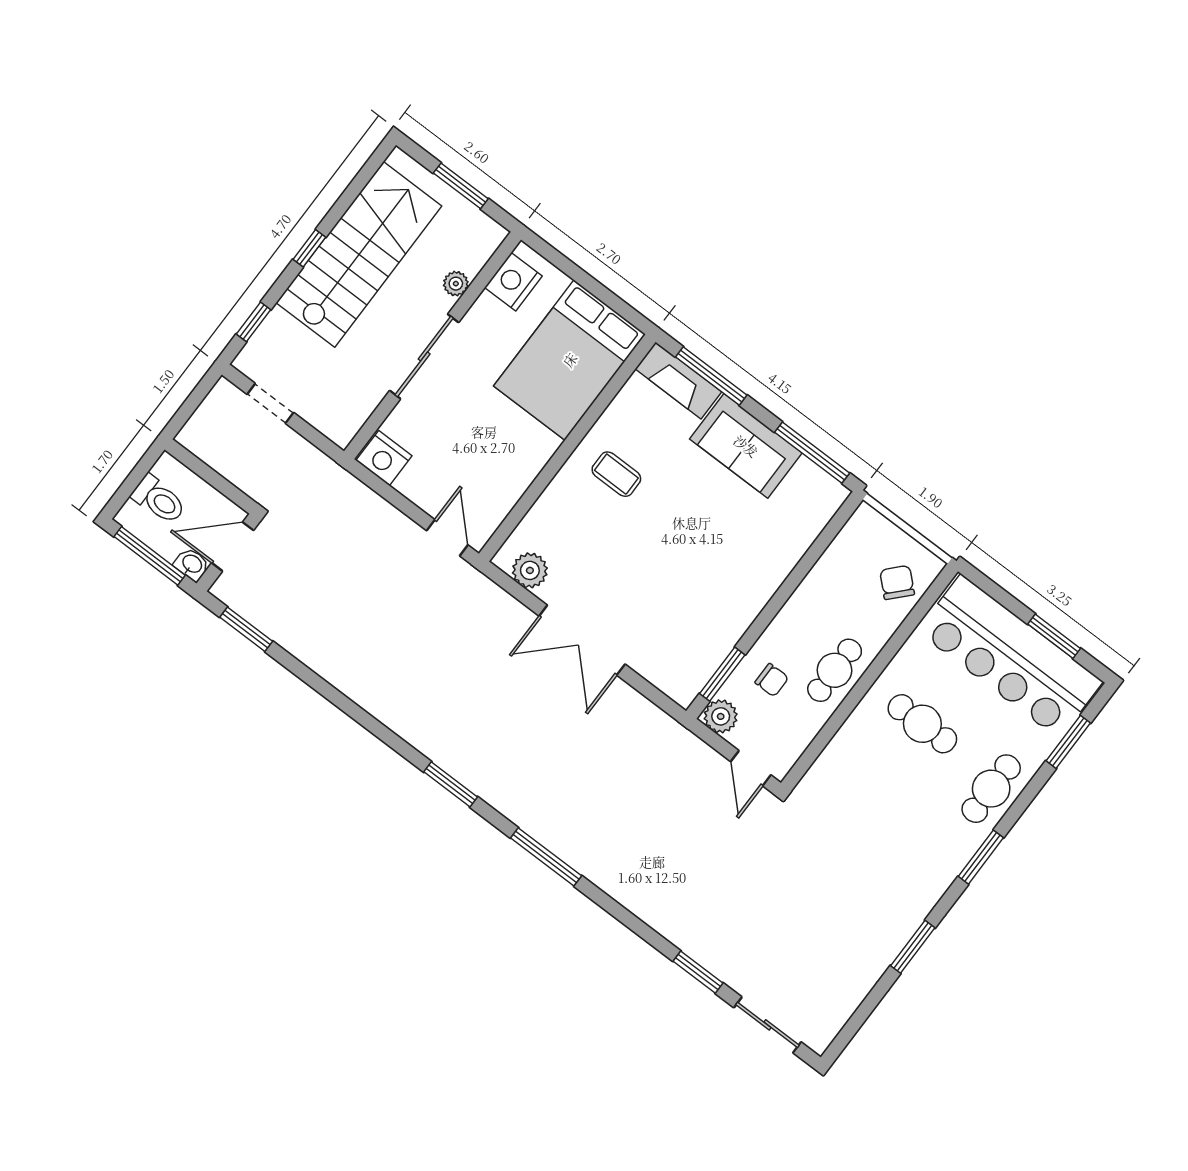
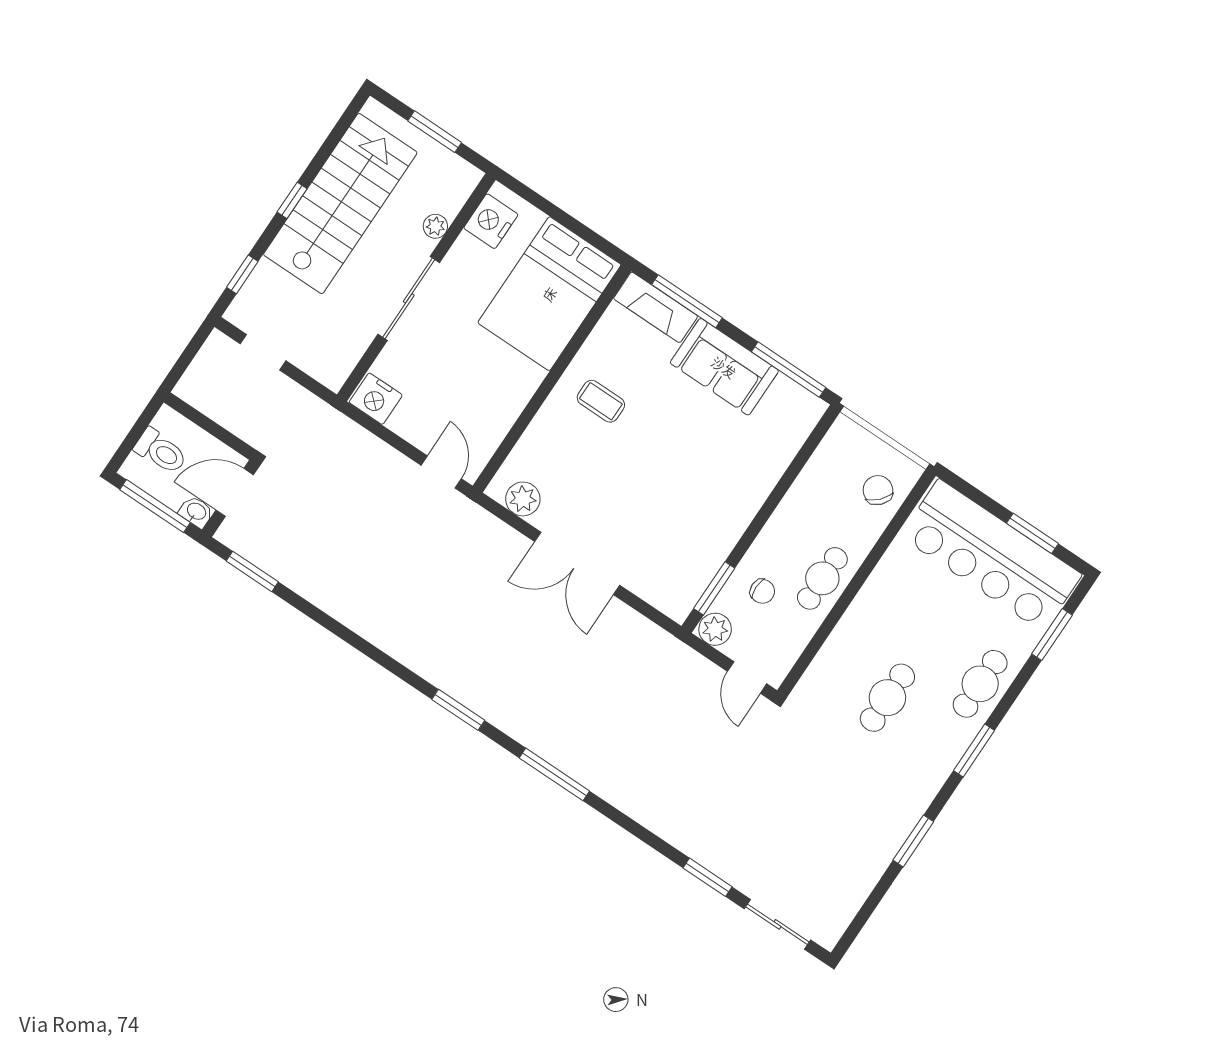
cafe table: (922, 724) -> (887, 698), moved, turned 90

